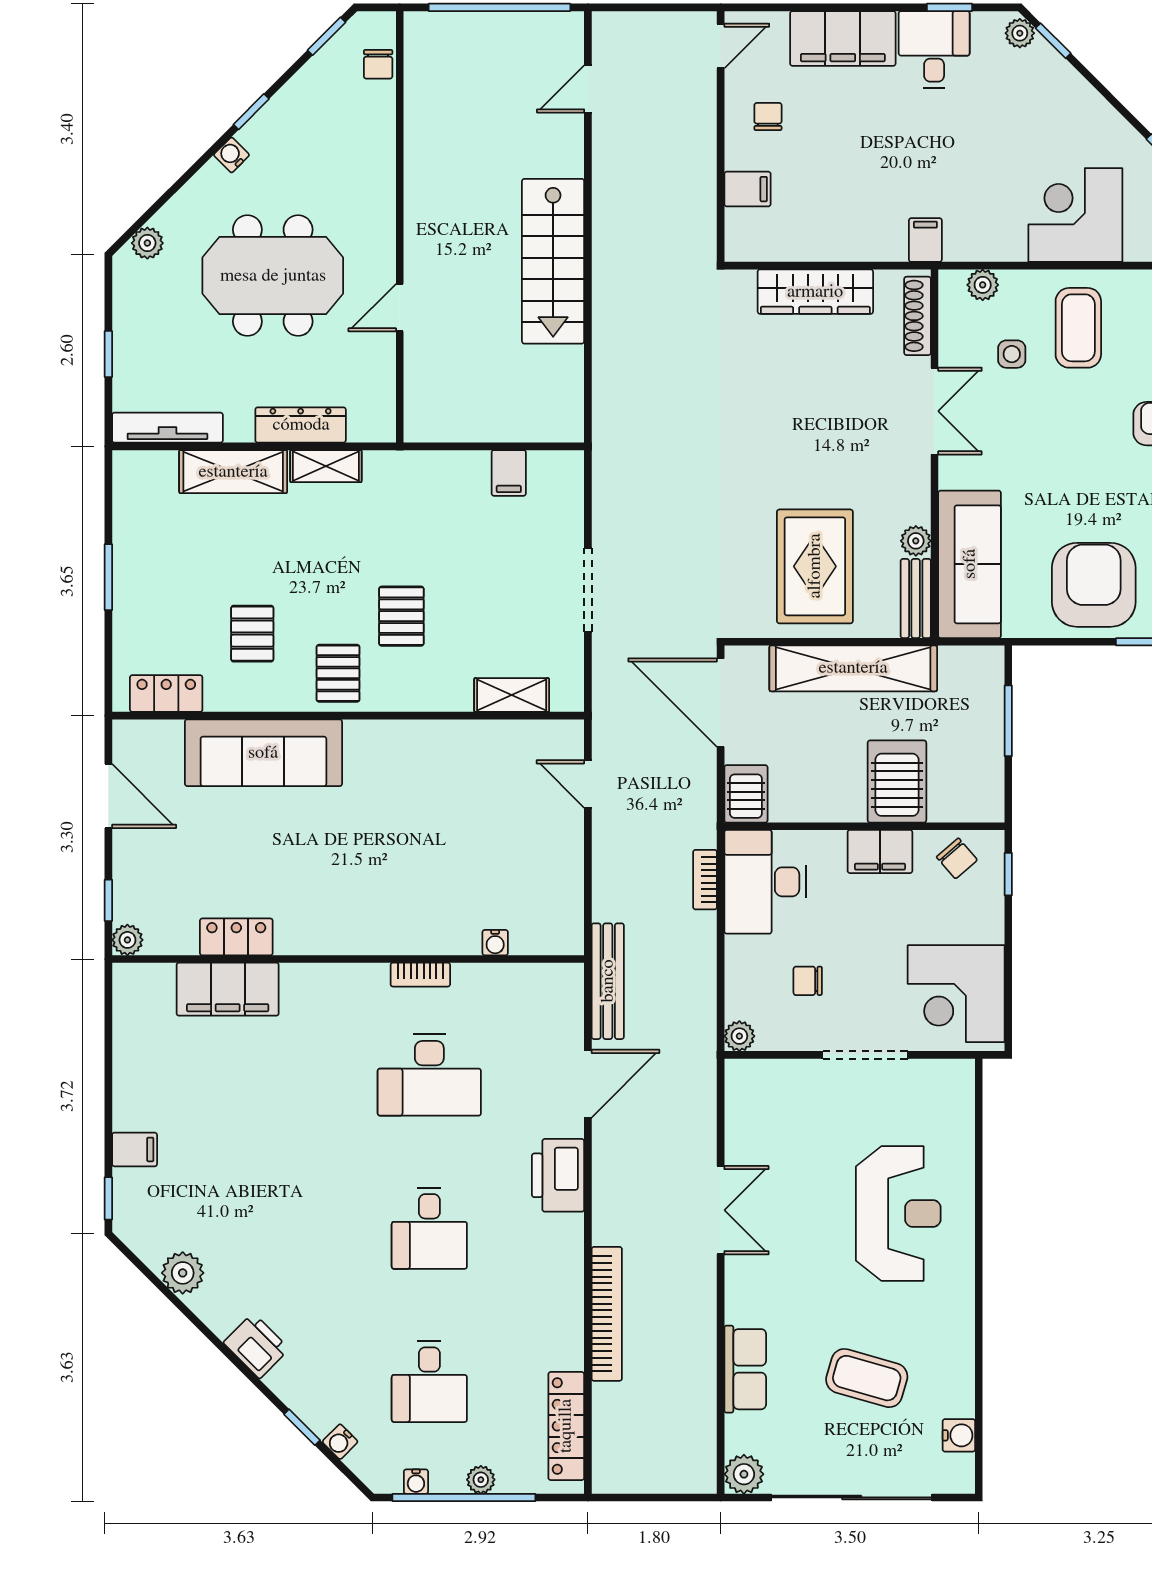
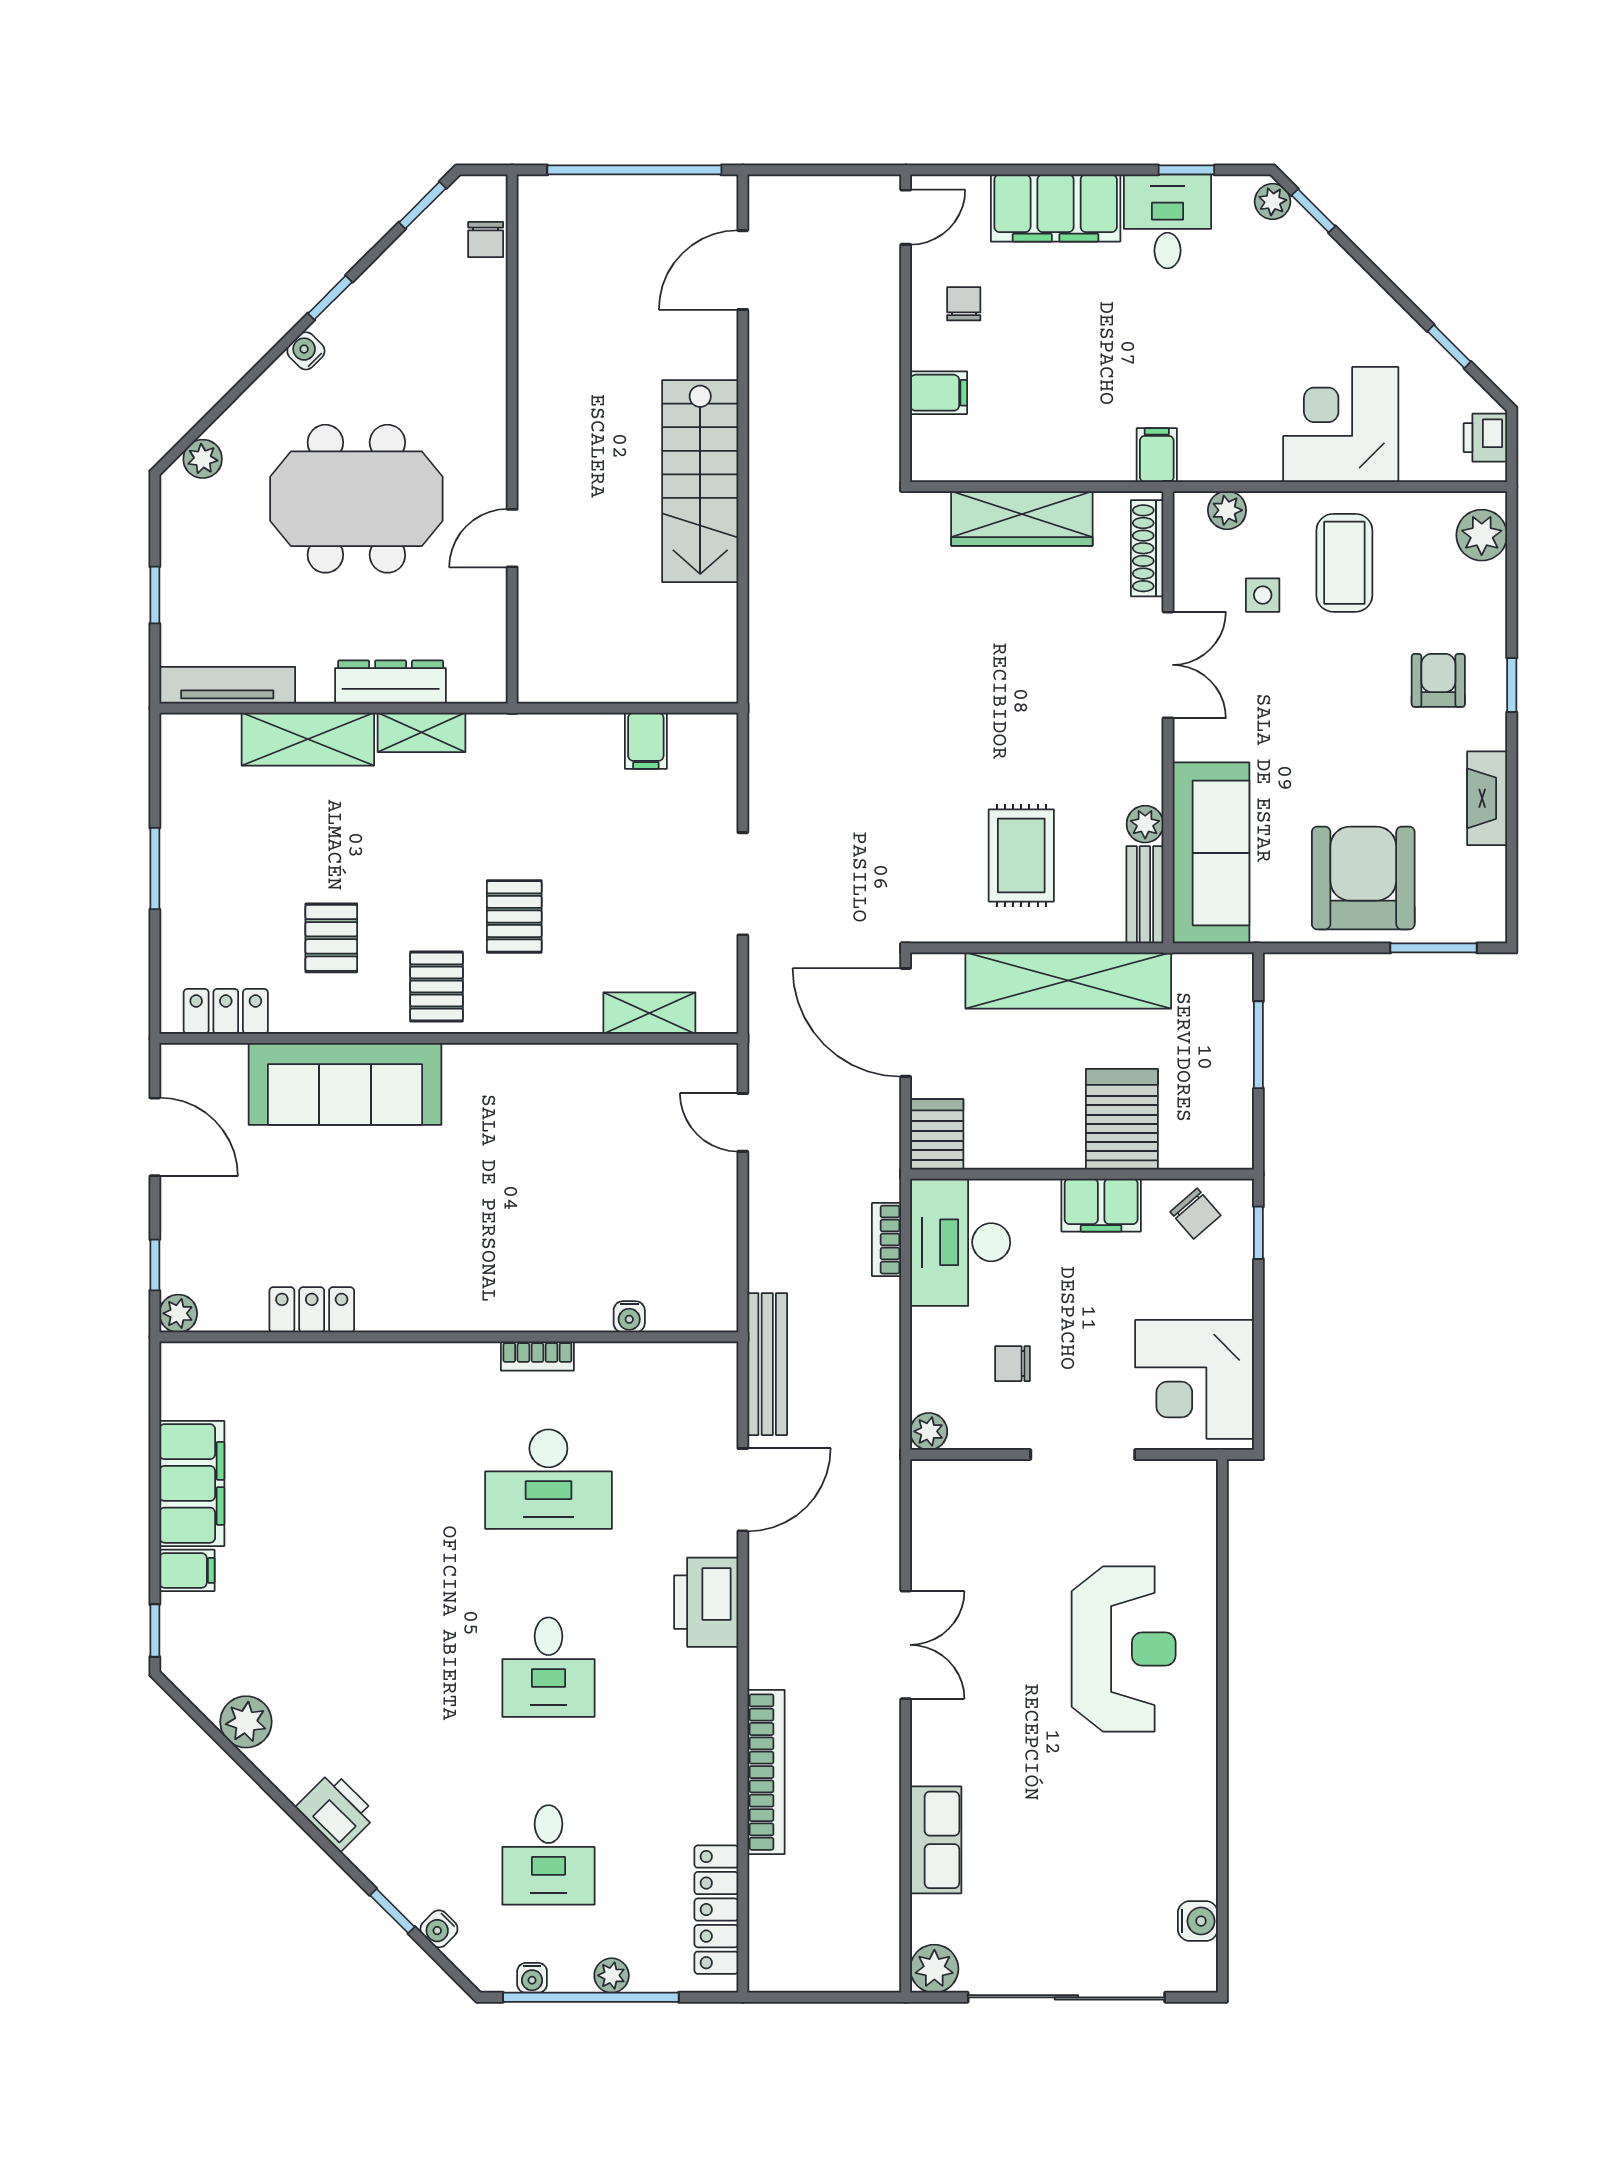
door: (588, 89) -> (743, 270), width x1.38
rug: (815, 566) -> (1021, 855), width x0.73, depth x0.70
filing cabinet: (228, 989) -> (192, 1483), moved, turned -90
coffee table: (867, 1378) -> (1085, 1851), removed

